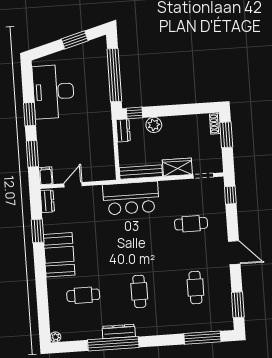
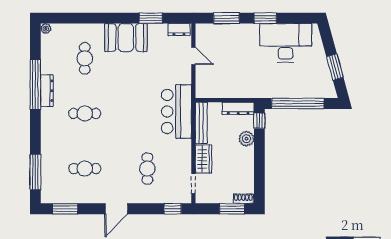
dresser: (123, 131) -> (238, 108), width x1.44
filing cabinet: (46, 176) -> (204, 30), removed

